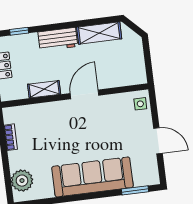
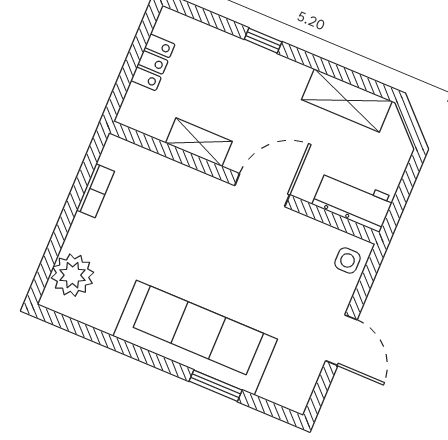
window: (19, 31) -> (263, 41), moved
workbench: (58, 39) -> (353, 201), moved, turned 180
window: (135, 190) -> (216, 386), moved

